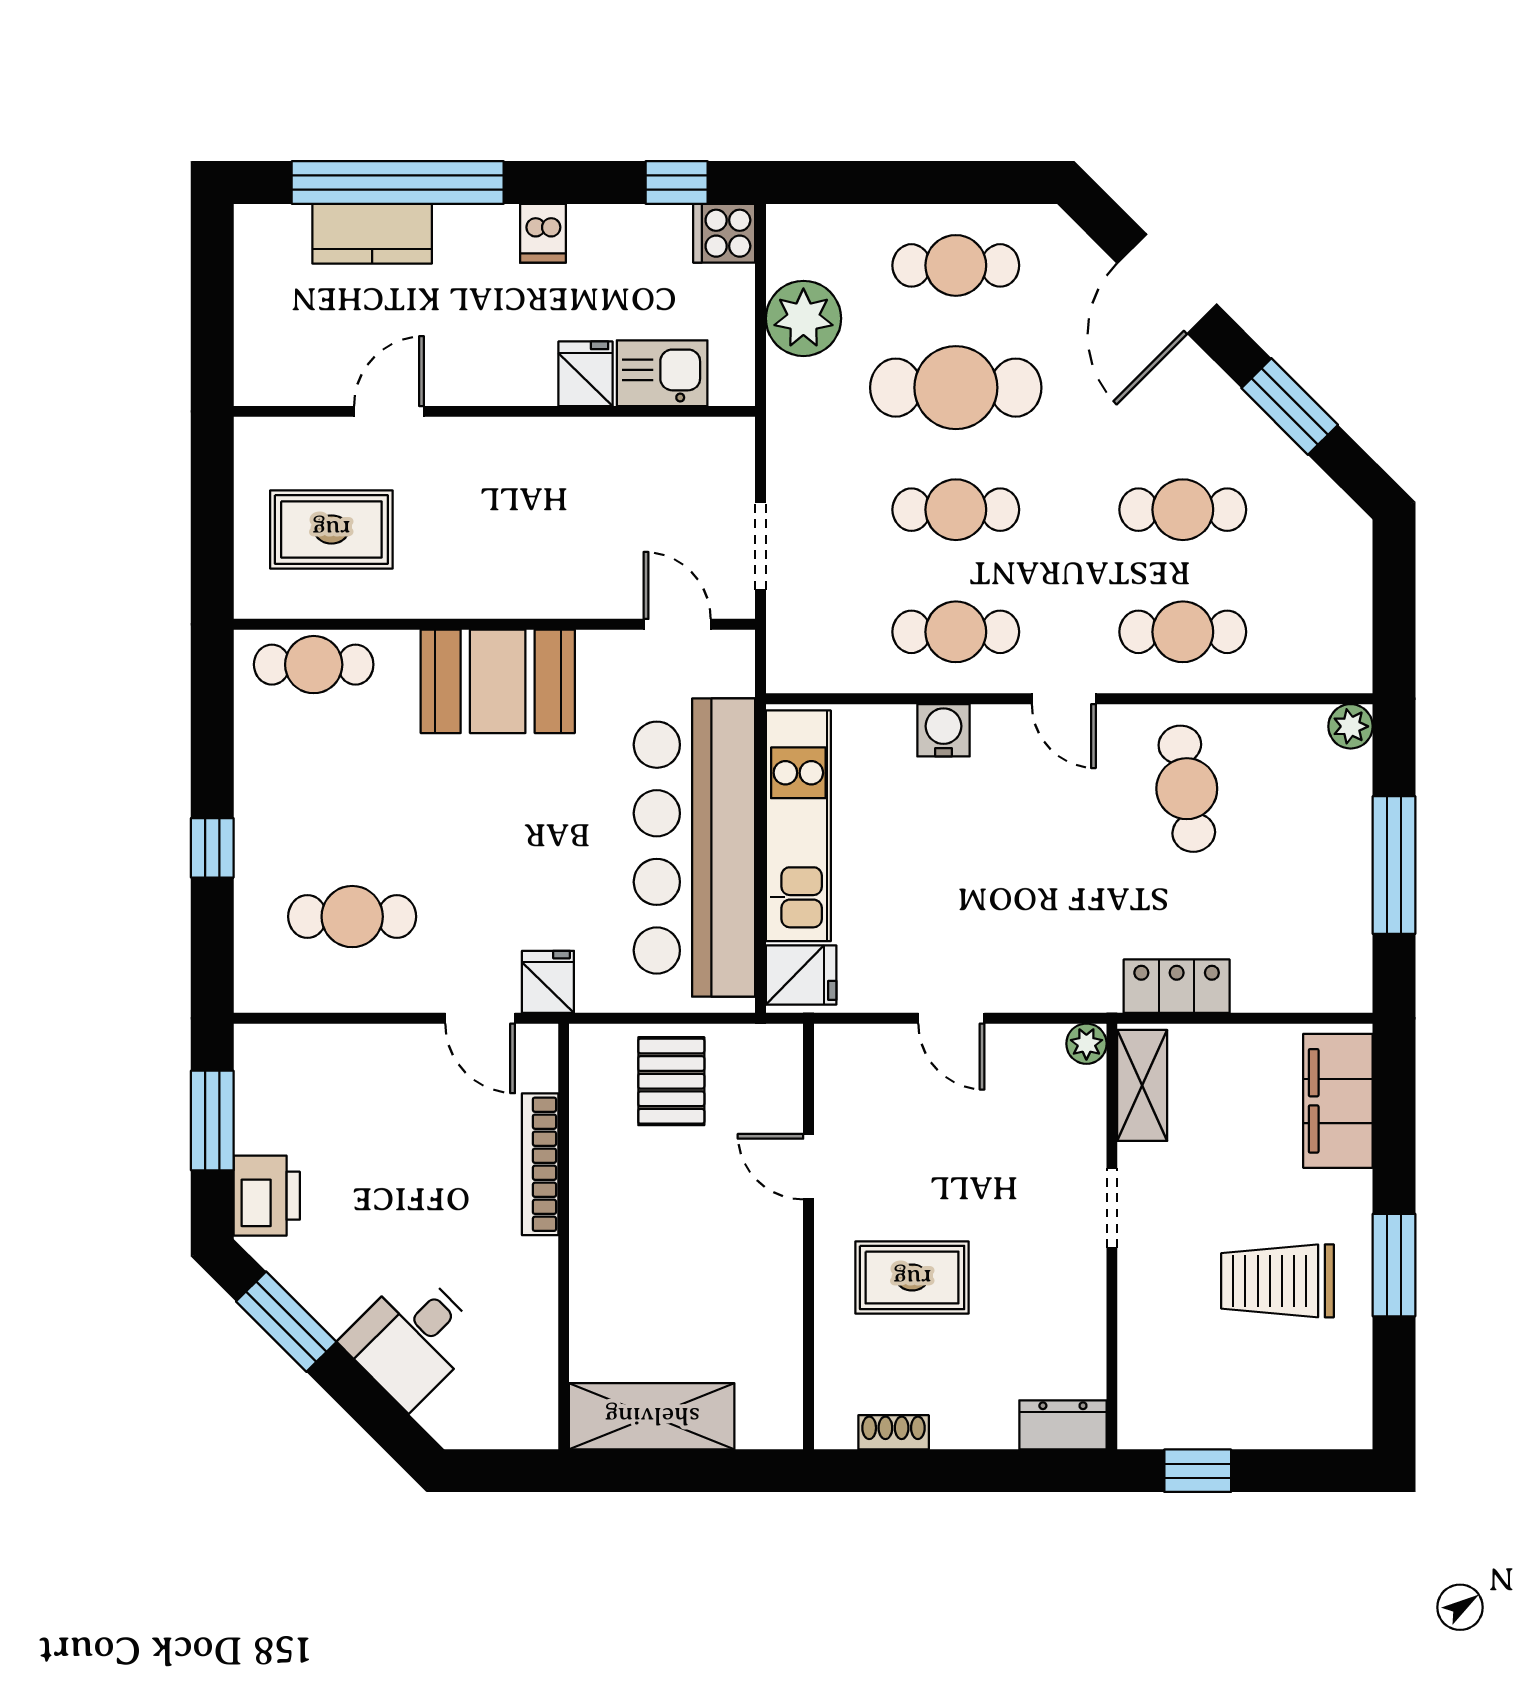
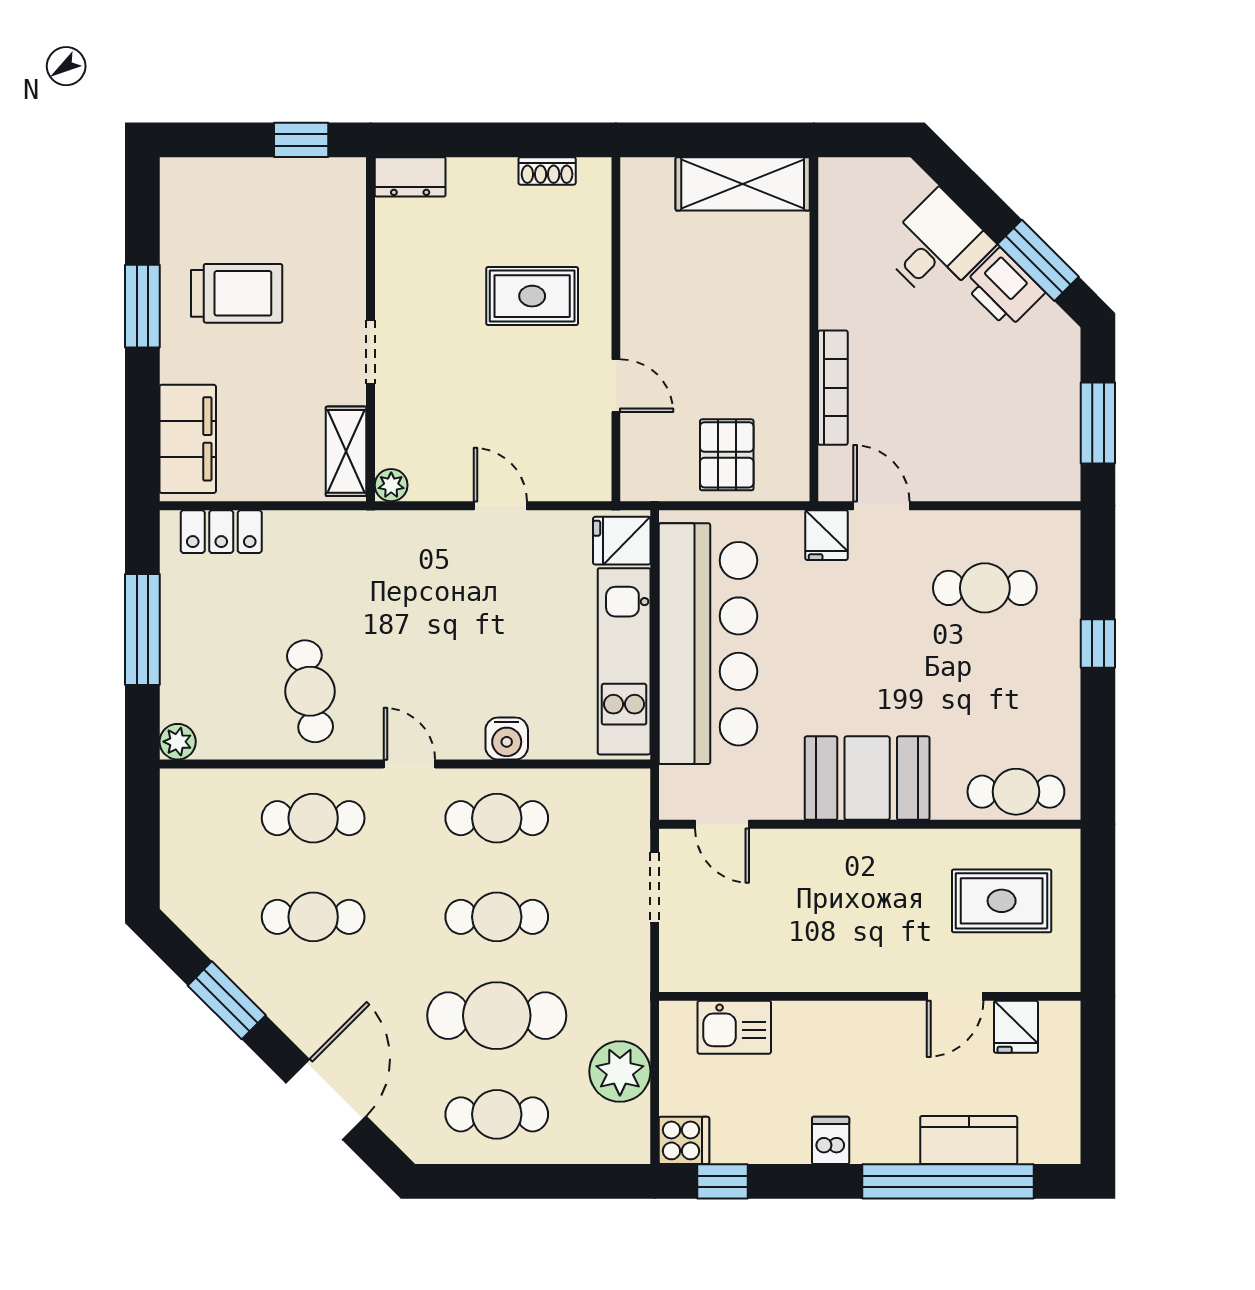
fridge: (585, 374) -> (1016, 1027), moved
locker: (1177, 986) -> (221, 532), moved
printer: (267, 1196) -> (1004, 288), moved, turned -45

